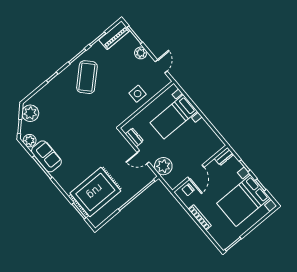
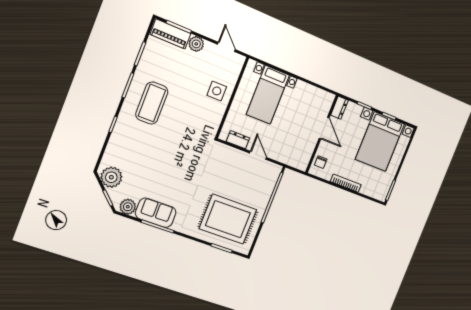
piano: (114, 35) -> (171, 34), moved, turned 90
coffee table: (87, 77) -> (152, 103), turned 43
door: (143, 157) -> (258, 155), swing flipped
plant: (163, 166) -> (284, 153), removed
door: (196, 172) -> (324, 128), moved
rug: (95, 192) -> (228, 219), turned 90

